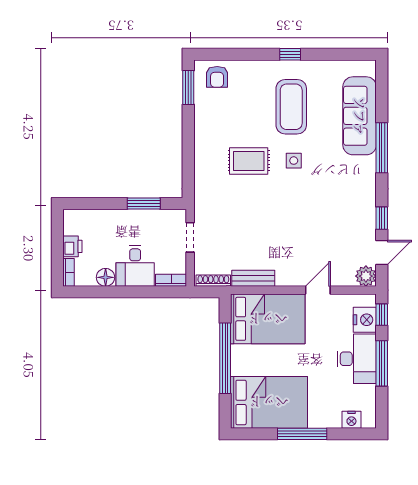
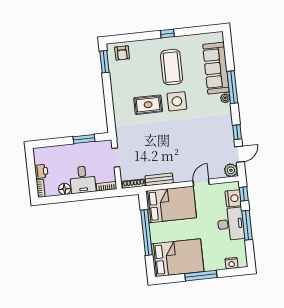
side table: (294, 161) -> (177, 101), width x1.87, depth x1.87
plant: (369, 164) -> (225, 98), added

